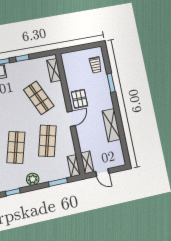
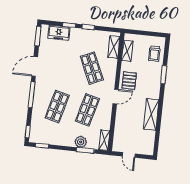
shelving: (87, 162) -> (127, 51), moved
plant: (33, 179) -> (81, 142), moved

